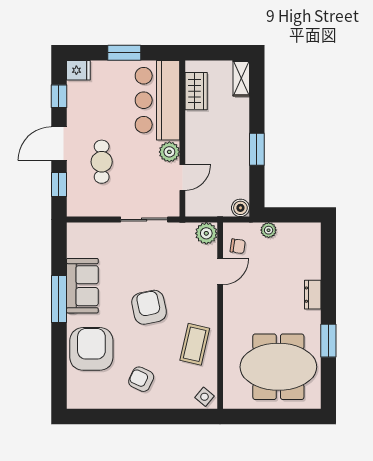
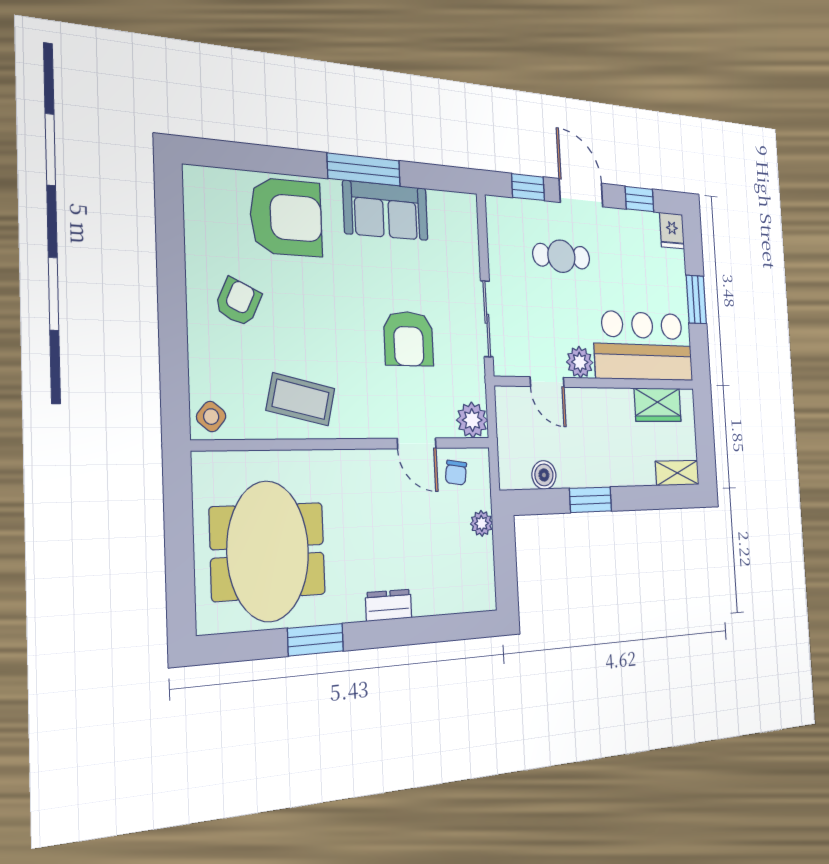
boiler: (240, 208) -> (544, 475), moved
armchair: (149, 307) -> (409, 339), moved, turned 102

